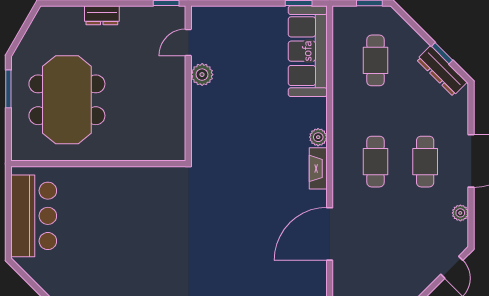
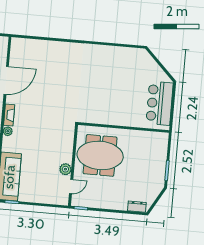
dresser: (102, 15) -> (137, 207), moved
meeting table: (67, 100) -> (100, 155), moved, turned 90

